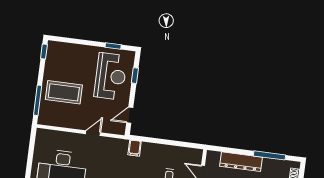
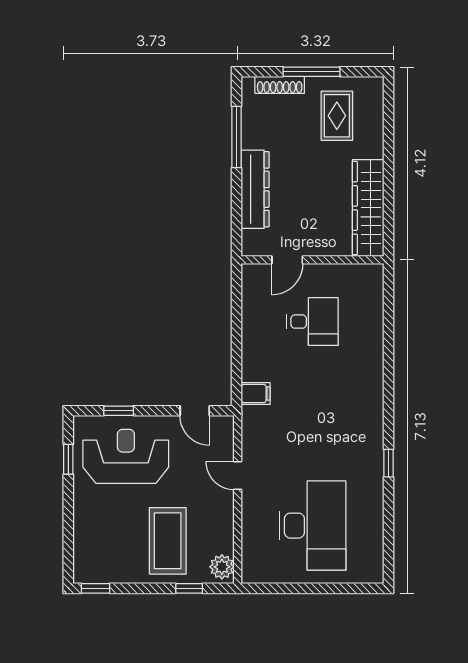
window: (38, 100) -> (189, 588), width x0.46
plant: (47, 119) -> (222, 567), added

